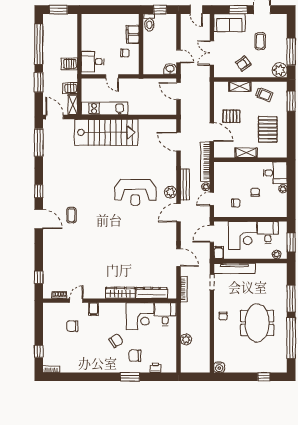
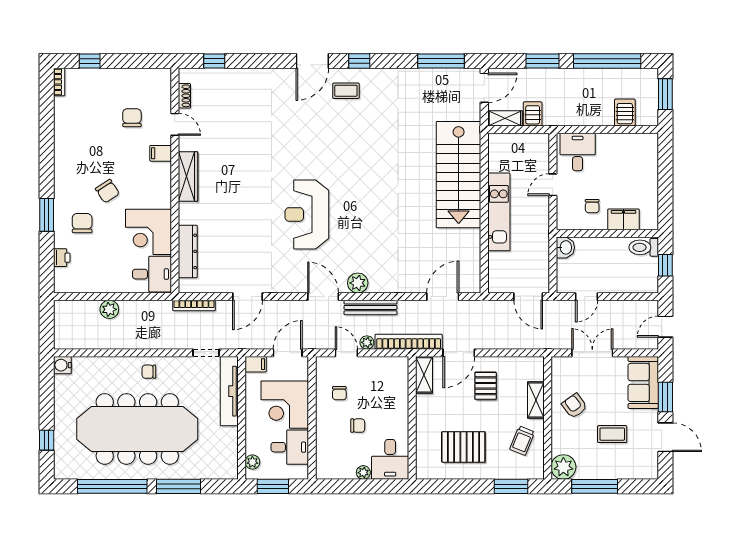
server rack: (69, 64) -> (625, 113), moved
washbasin: (170, 69) -> (565, 247), moved
door: (178, 91) -> (528, 297), swing flipped
kitchen unit: (105, 108) -> (499, 212), moved
shelving: (246, 153) -> (424, 375), moved
reception desk: (135, 193) -> (307, 214), moved
coffee table: (71, 215) -> (346, 91), moved
door: (212, 234) -> (288, 353), hinge flipped
wardrobe: (120, 293) -> (188, 176), moved
meeting table: (257, 323) -> (137, 429), width x1.86, depth x1.27

